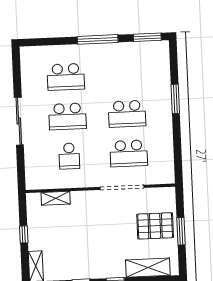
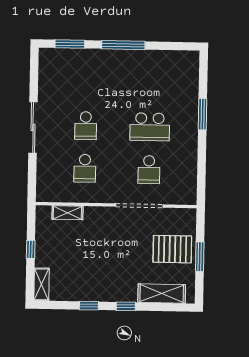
window: (147, 37) -> (70, 44), moved
school desk: (66, 77) -> (86, 83), removed
school desk: (67, 116) -> (86, 126), width x0.54
school desk: (129, 153) -> (149, 169), width x0.54

